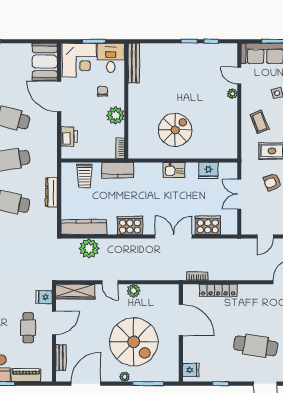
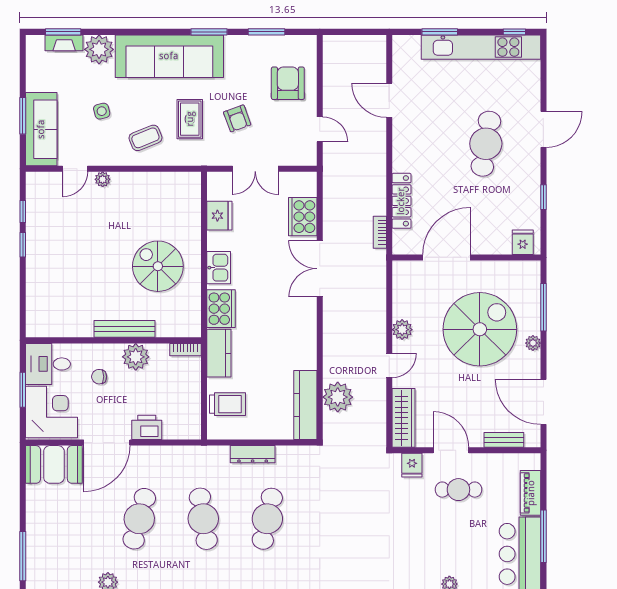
bench: (134, 63) -> (124, 329), moved
printer: (69, 137) -> (147, 427), moved
cooker: (130, 225) -> (221, 309), moved, turned 180

